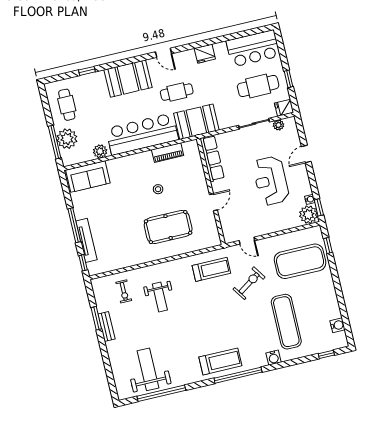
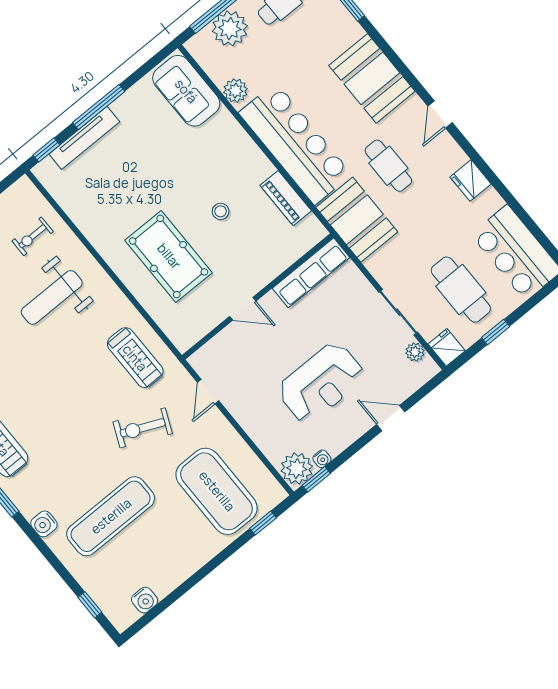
reception desk: (271, 181) -> (321, 383), turned 180
exercise bike: (249, 283) -> (143, 428), turned 148
weight bench: (160, 297) -> (52, 297), width x1.36, depth x1.33

